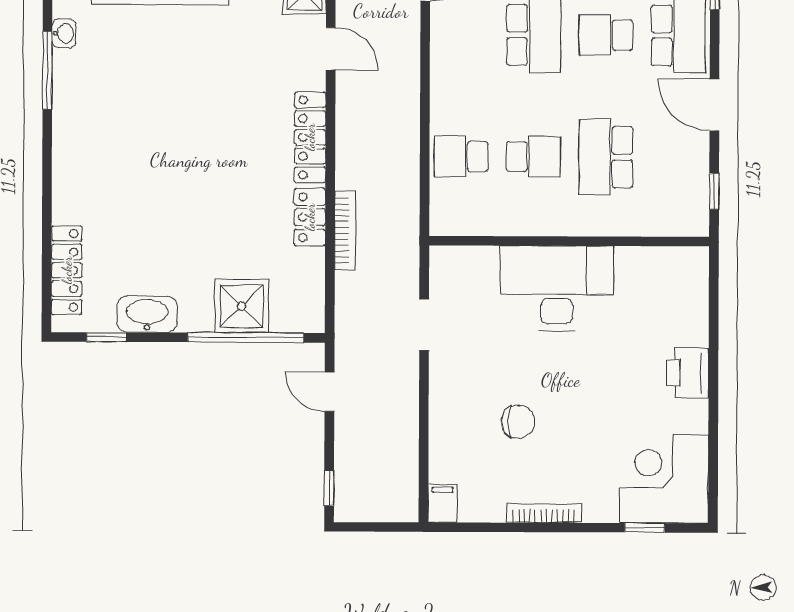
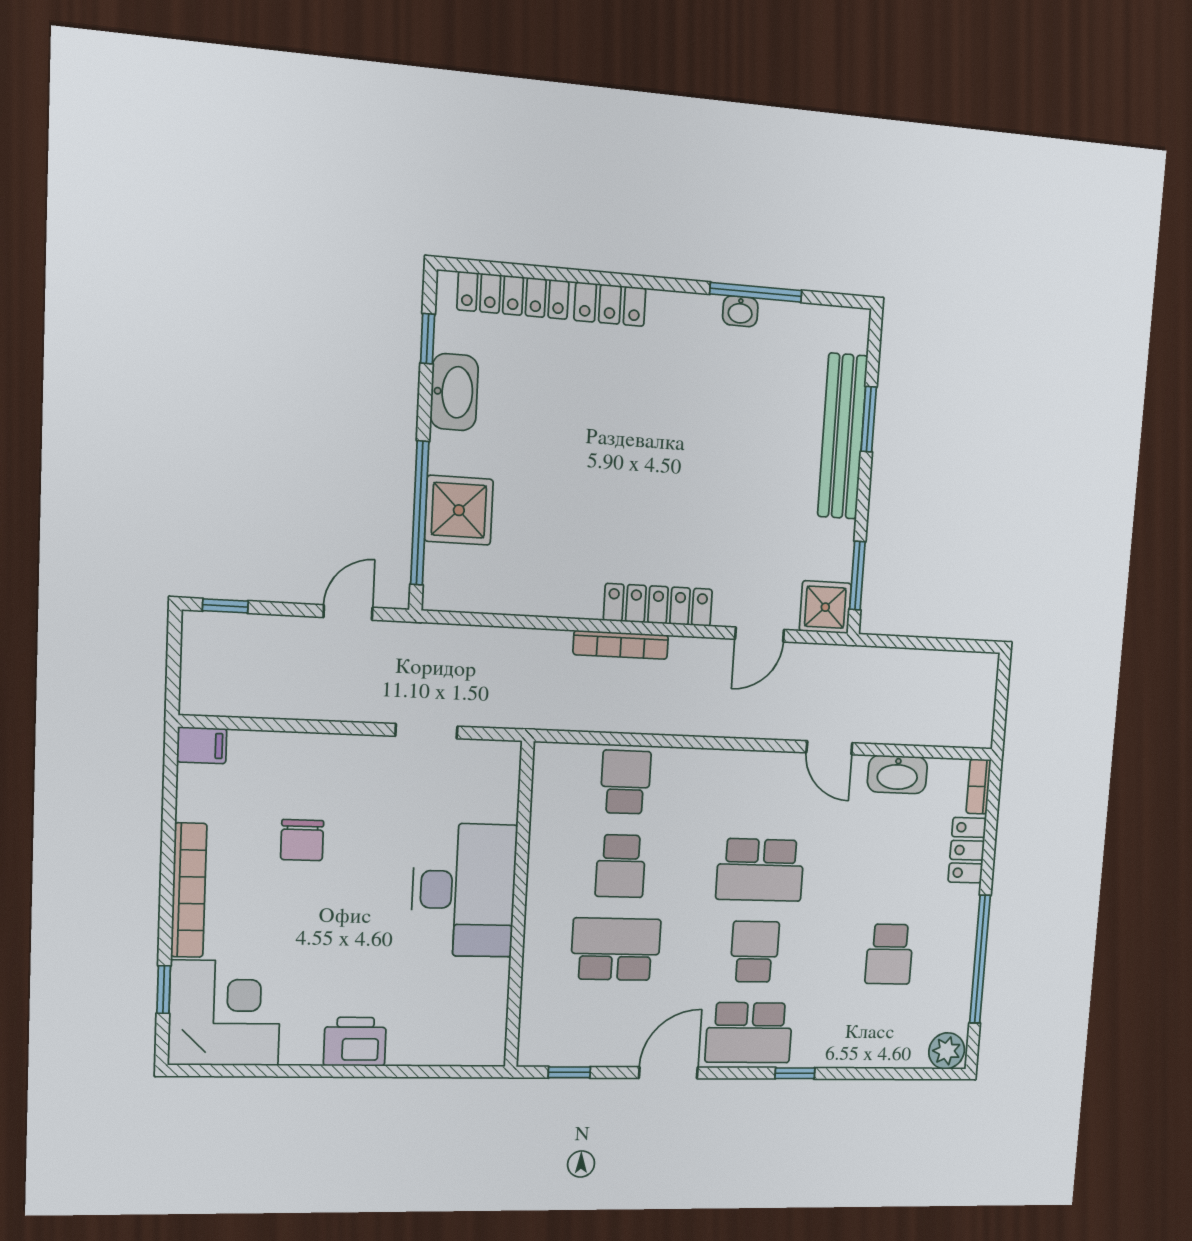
washbasin: (64, 33) -> (740, 311), moved
locker: (310, 217) -> (610, 304), moved, turned 180
bookcase: (345, 230) -> (621, 645), moved
bookcase: (544, 513) -> (189, 890), width x1.48, depth x1.31

